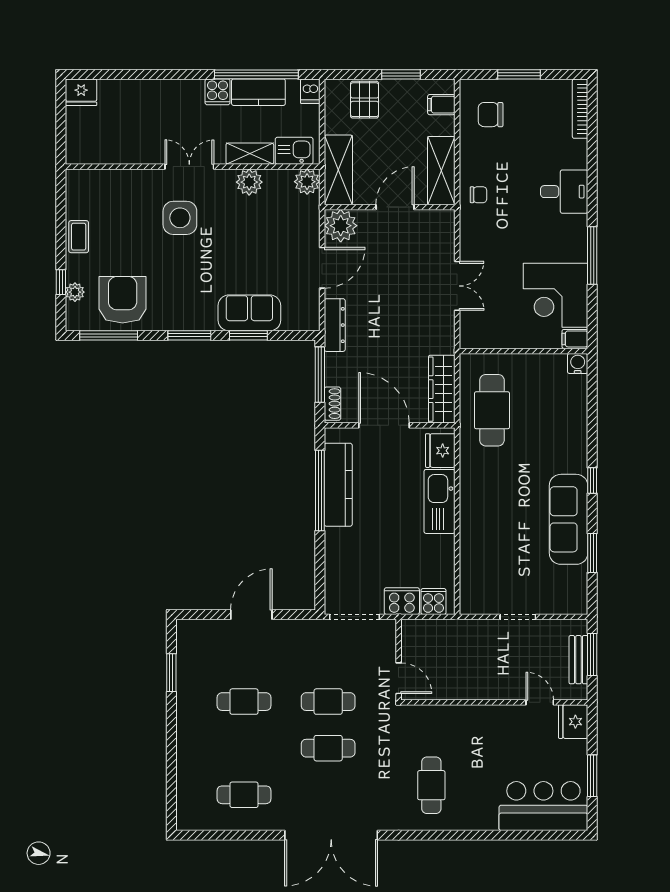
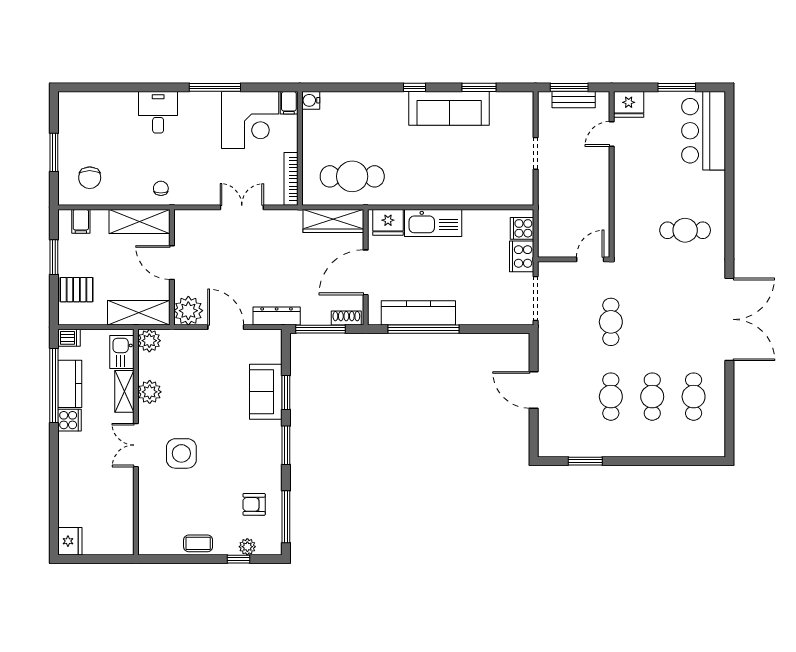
bookcase: (580, 109) -> (291, 179), moved, turned 90
armchair: (123, 300) -> (254, 504), width x0.53, depth x0.53
cafe table: (328, 748) -> (652, 397), moved

